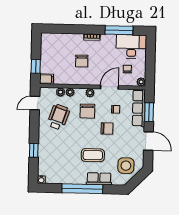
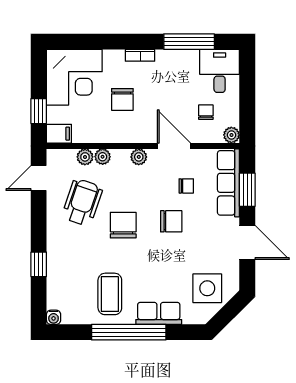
desk: (131, 47) -> (220, 71), width x0.73
corner desk: (56, 48) -> (74, 77), added
door: (109, 87) -> (174, 146), hinge flipped
chair: (87, 111) -> (123, 225), moved, turned 180
coffee table: (93, 155) -> (110, 294), moved, turned 90

